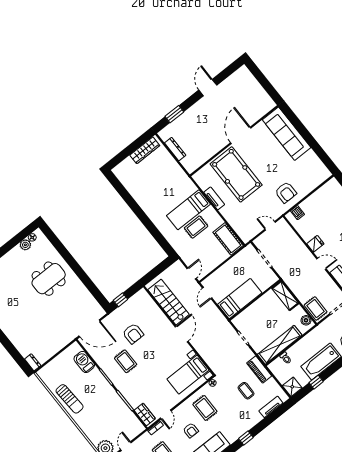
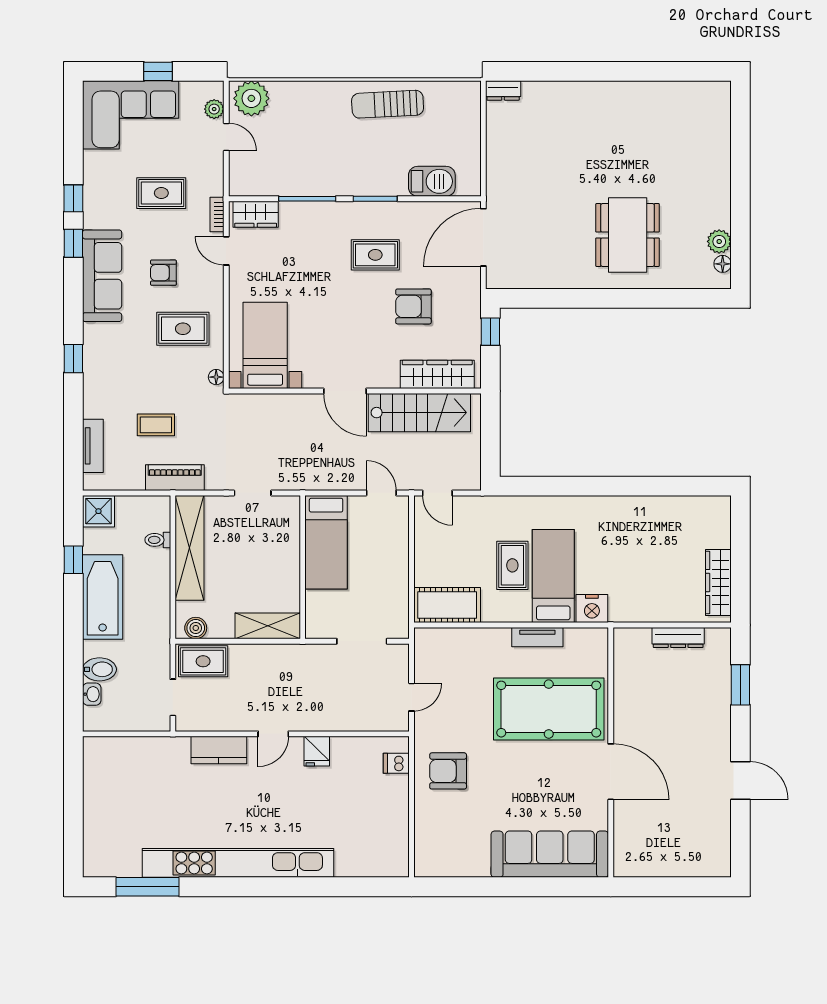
nightstand: (189, 187) -> (592, 609), added
wardrobe: (150, 306) -> (437, 374), added

